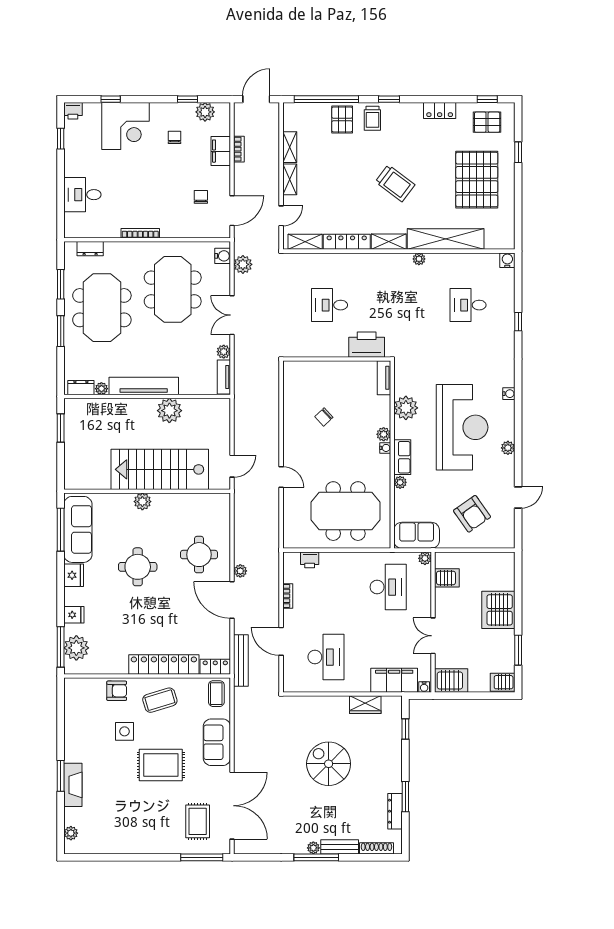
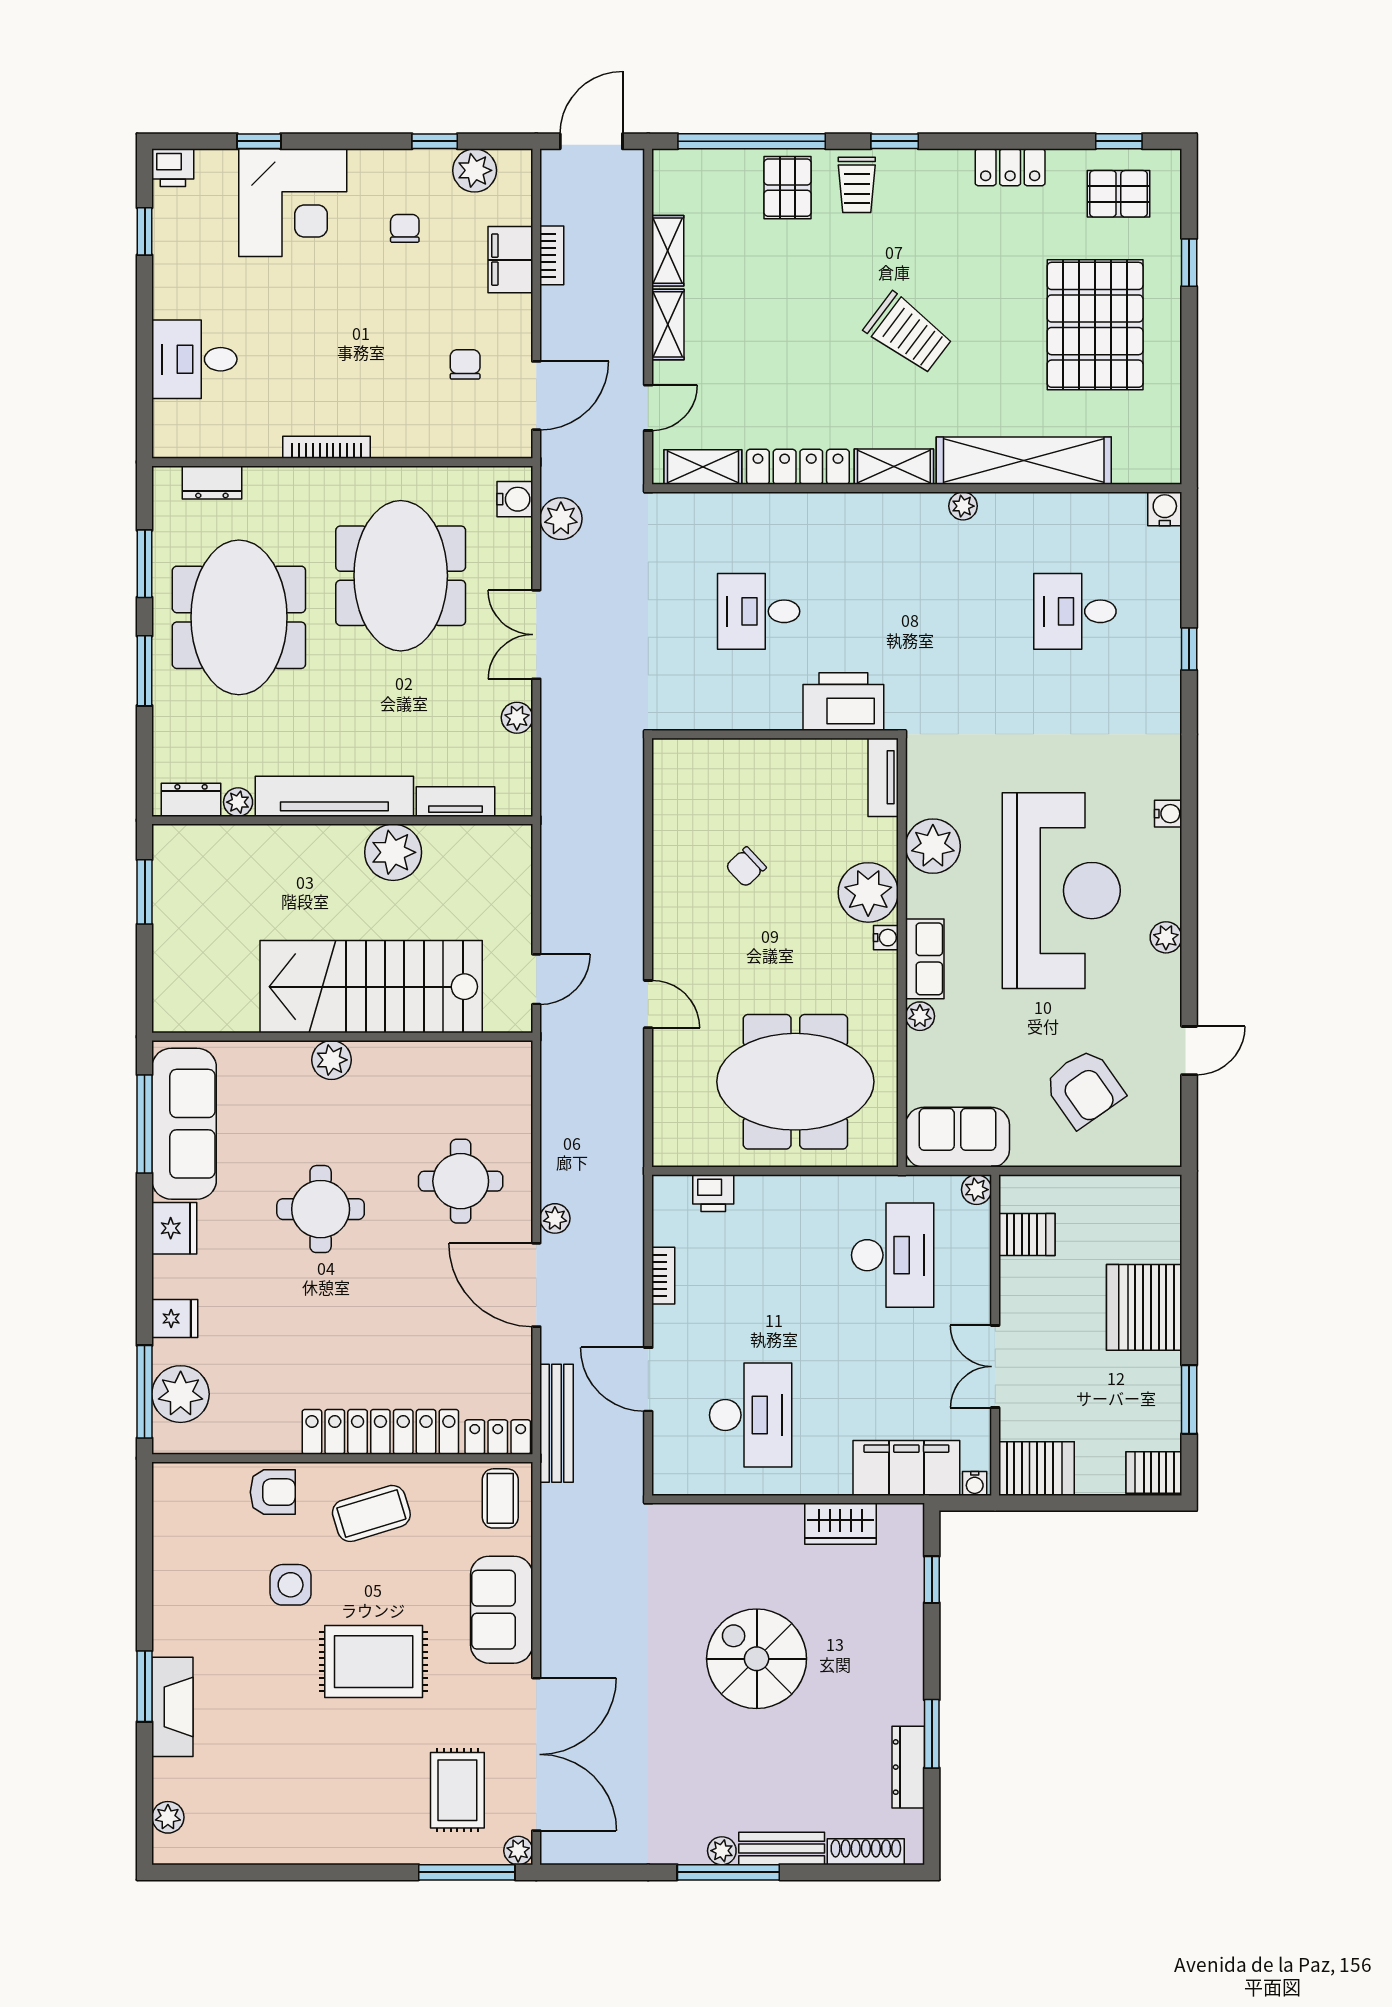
tv unit: (224, 377) -> (455, 802), moved, turned 90
plant: (384, 434) -> (868, 892), width x1.88, depth x1.88
plant: (224, 848) -> (518, 1851), added

